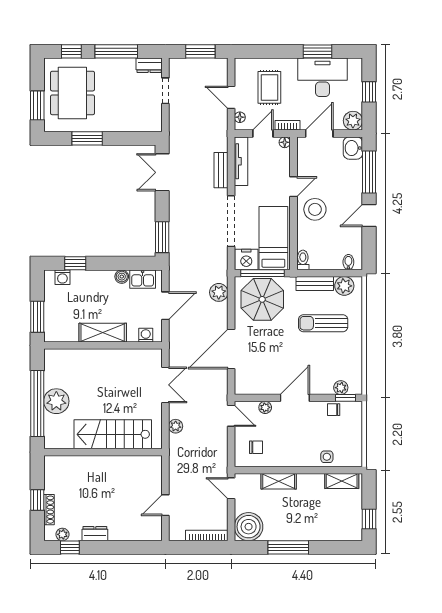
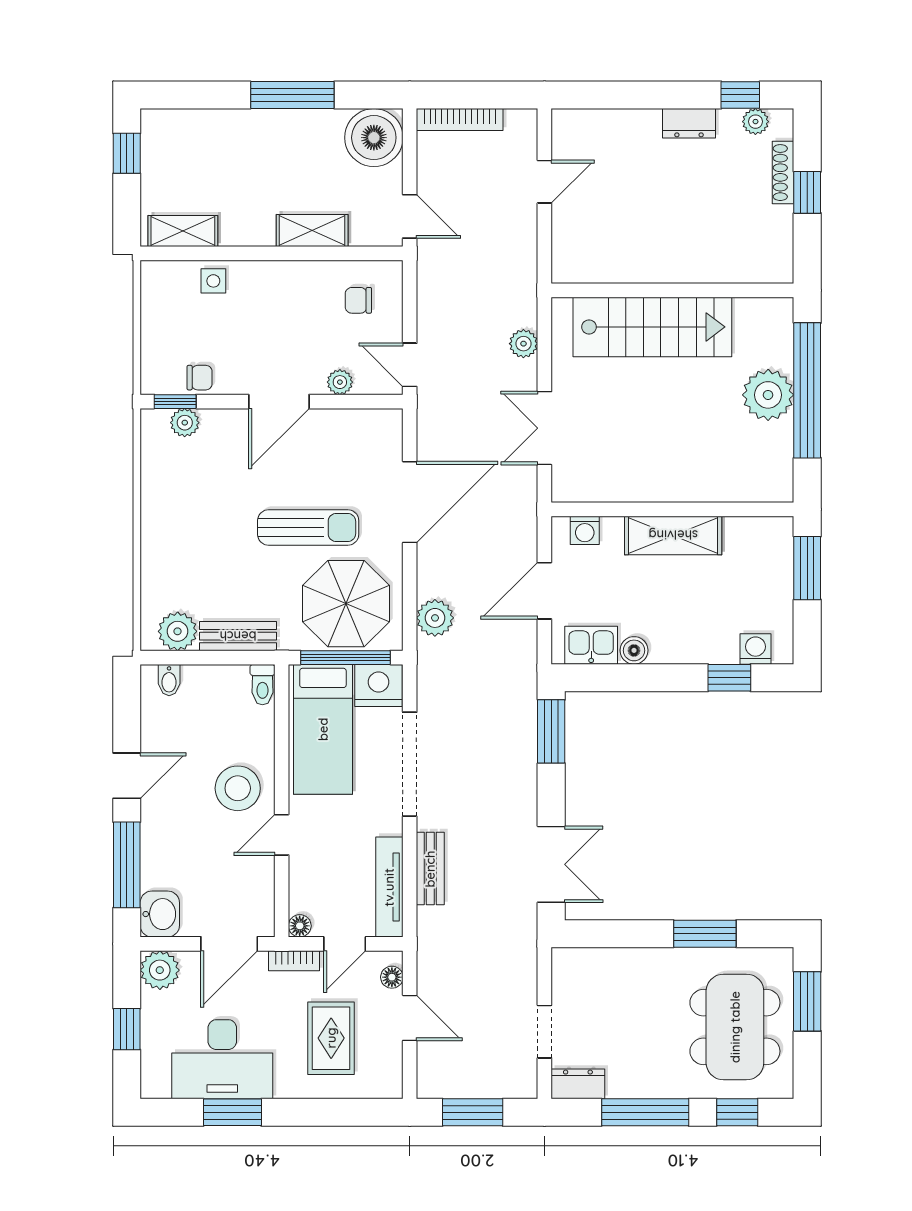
sun lounger: (323, 323) -> (308, 528), moved

